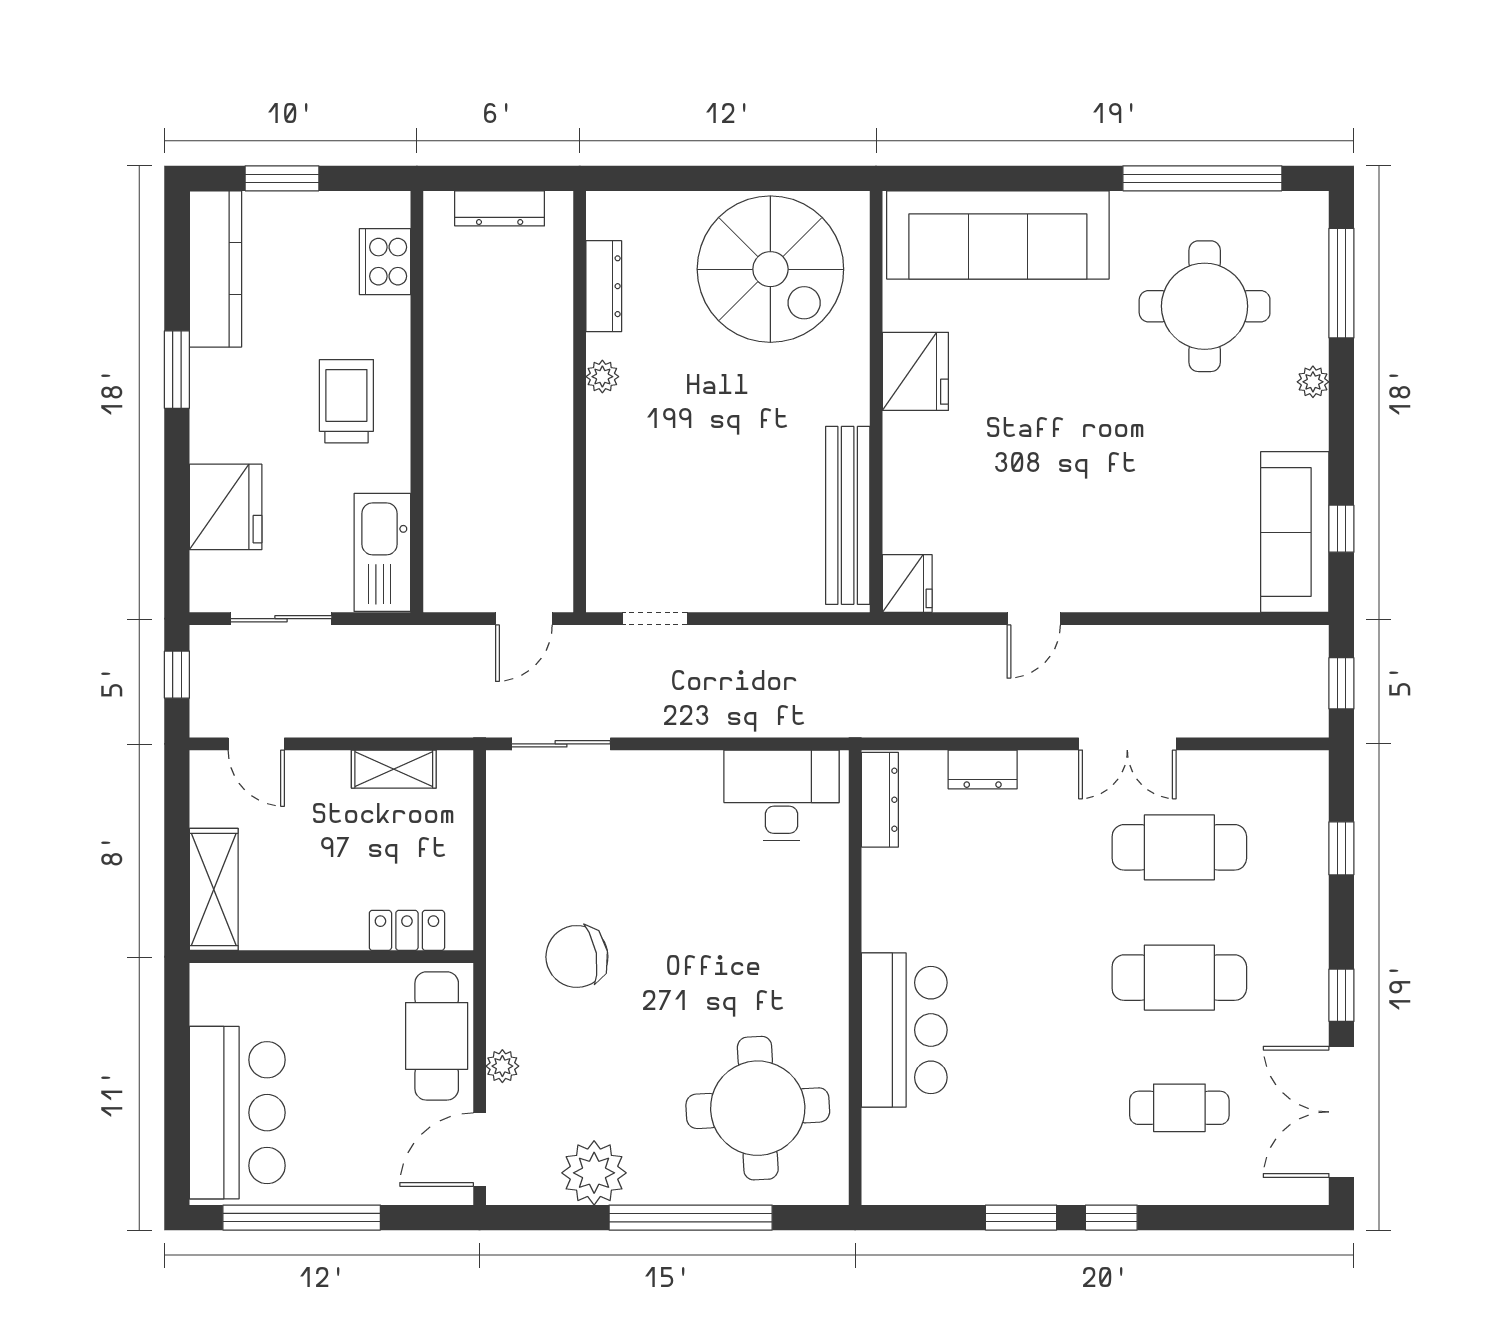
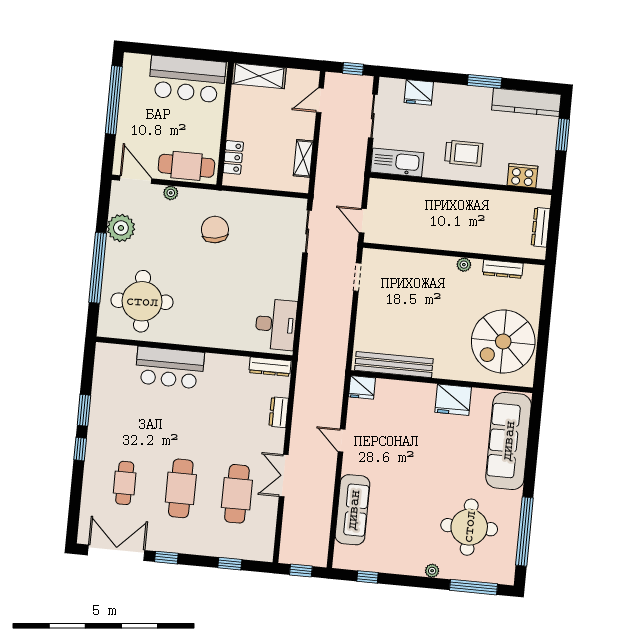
fridge: (226, 507) -> (419, 92), width x0.73, depth x0.75
sofa: (1295, 532) -> (353, 510), moved, turned 90
bar counter: (237, 1113) -> (187, 79), moved

